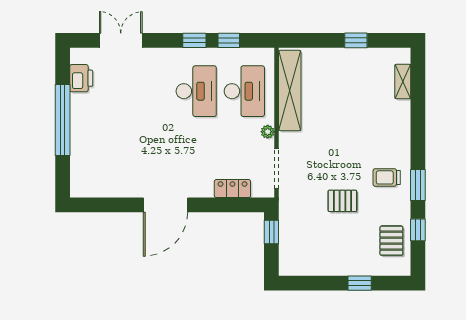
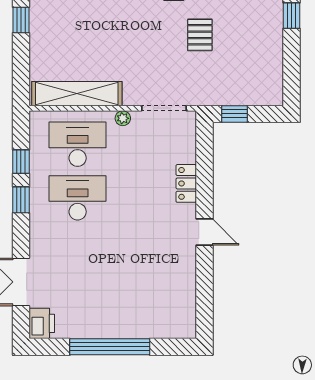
printer: (81, 78) -> (42, 323), moved, turned 90
locker: (232, 189) -> (186, 183), moved
door: (165, 205) -> (204, 232), width x0.53

